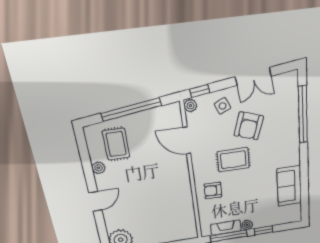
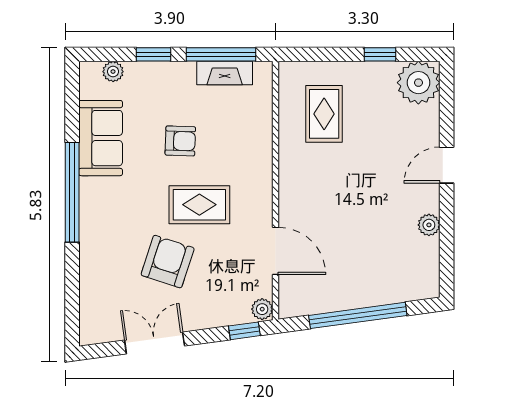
side table: (222, 106) -> (209, 302), removed
window: (303, 115) -> (72, 192), moved
rug: (116, 144) -> (324, 114), moved
armchair: (213, 190) -> (180, 141), moved
plant: (247, 225) -> (113, 72), moved

